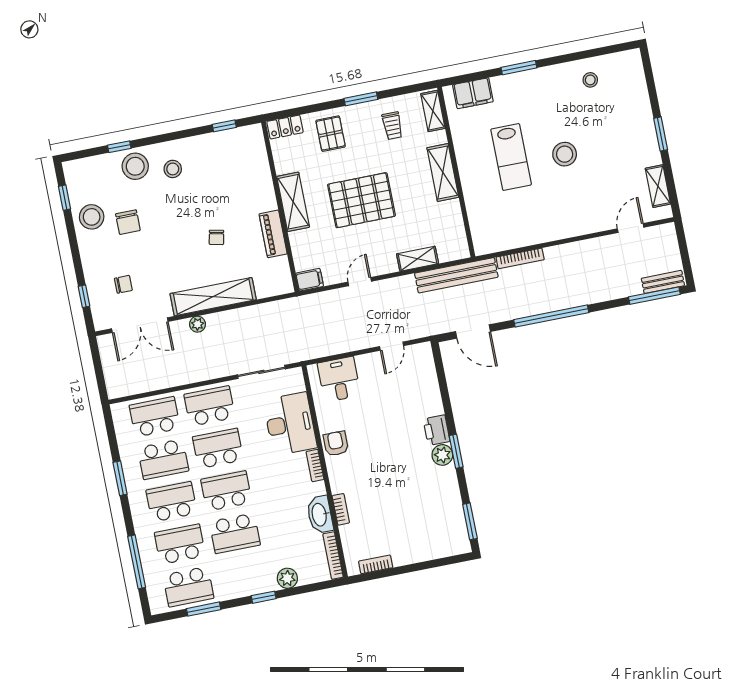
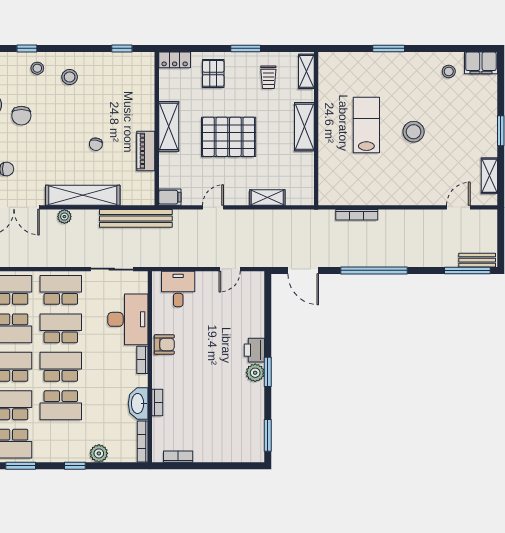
filing cabinet: (473, 93) -> (481, 63), moved
lab bench: (511, 157) -> (366, 125), turned 180
stool: (135, 166) -> (37, 68), width x0.53, depth x0.53
bench: (456, 275) -> (136, 218), moved
armchair: (336, 444) -> (164, 344), turned 90

